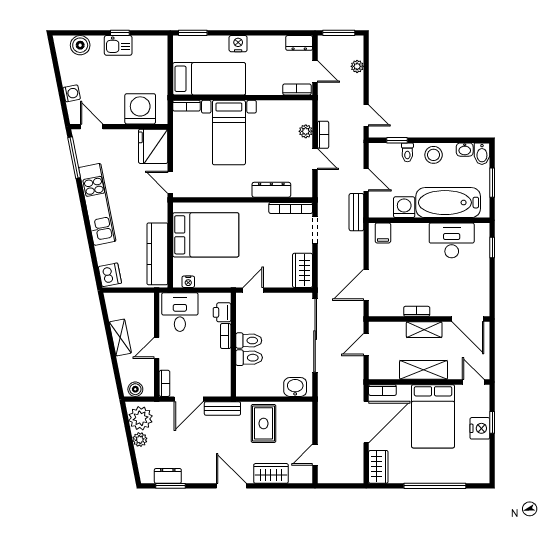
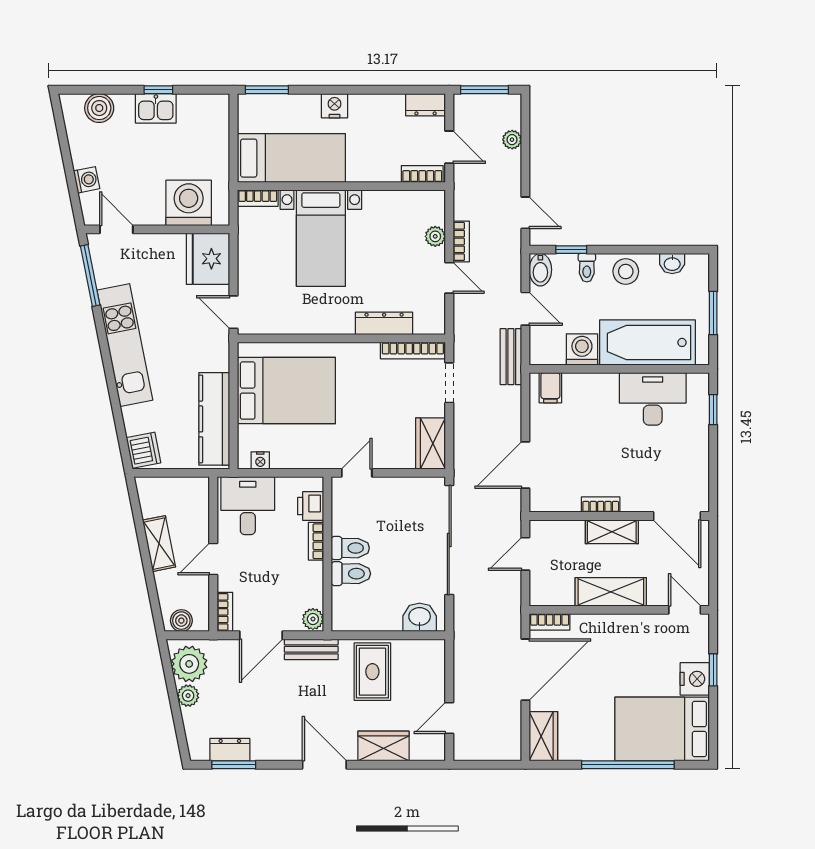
bidet: (482, 154) -> (540, 270), moved
plant: (224, 388) -> (313, 619), added
bed: (433, 416) -> (662, 729), moved, turned 90

